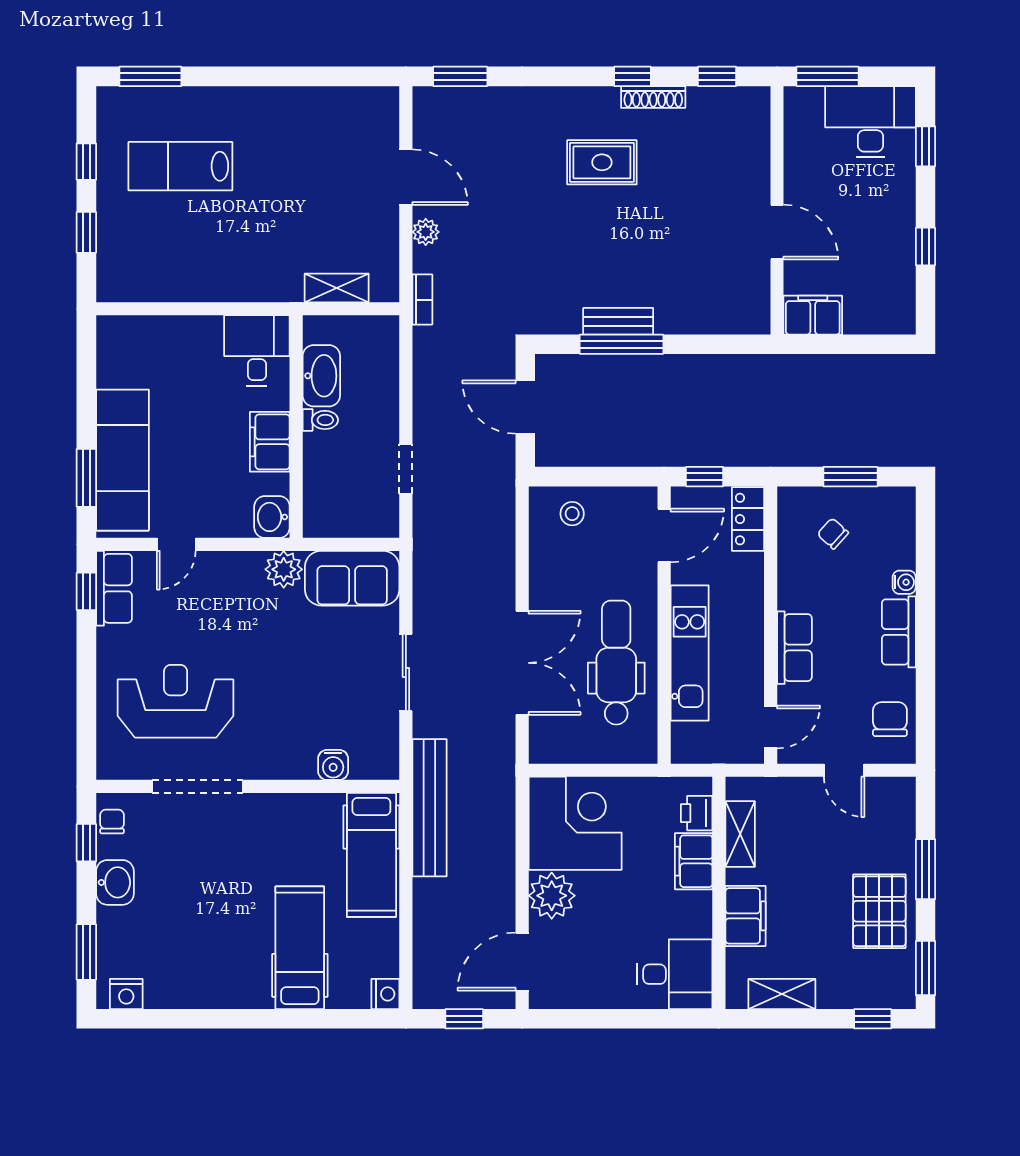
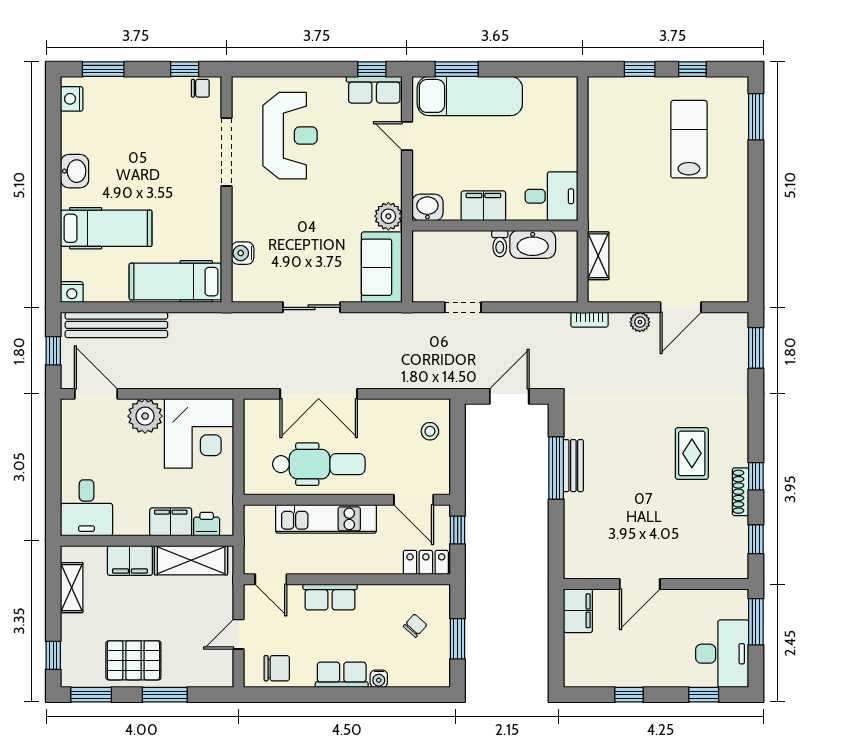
bench: (429, 808) -> (116, 325), moved
shelving: (740, 834) -> (191, 560), width x1.50, depth x1.33
washbasin: (115, 882) -> (75, 171), moved, turned -90

